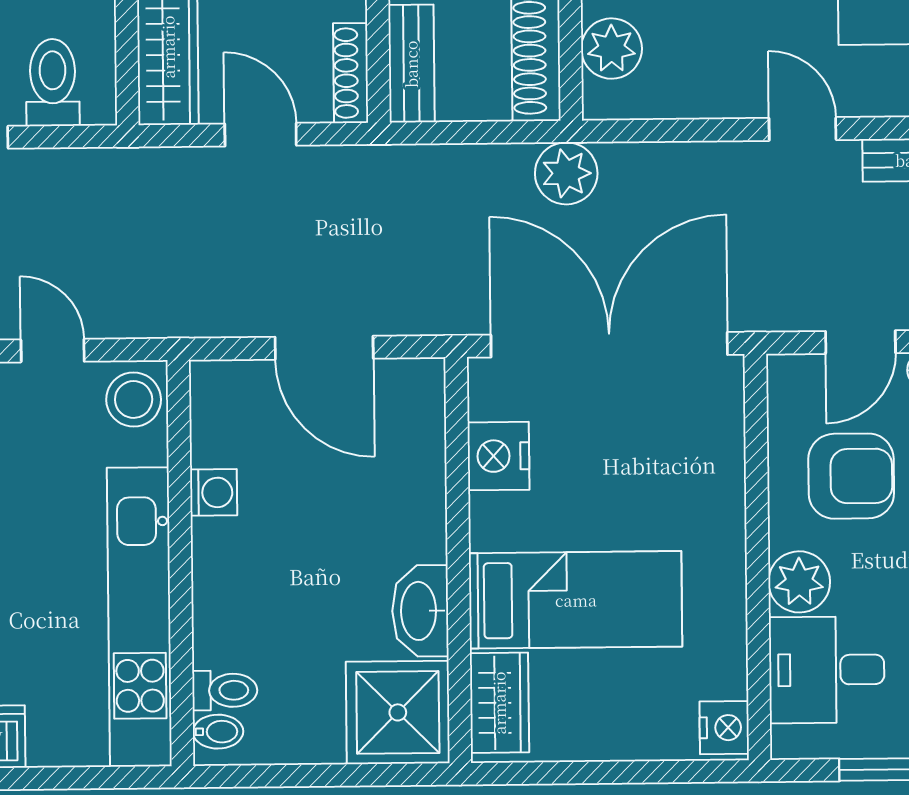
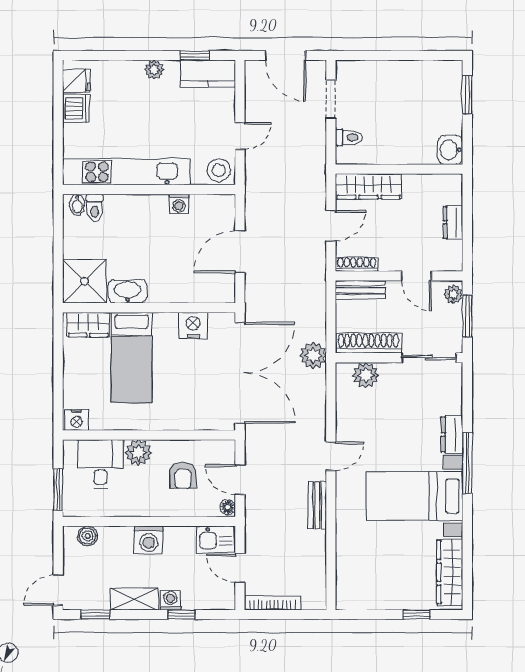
toilet: (53, 83) -> (349, 137), width x0.73, depth x0.72
armchair: (851, 476) -> (183, 475), width x0.72, depth x0.72

